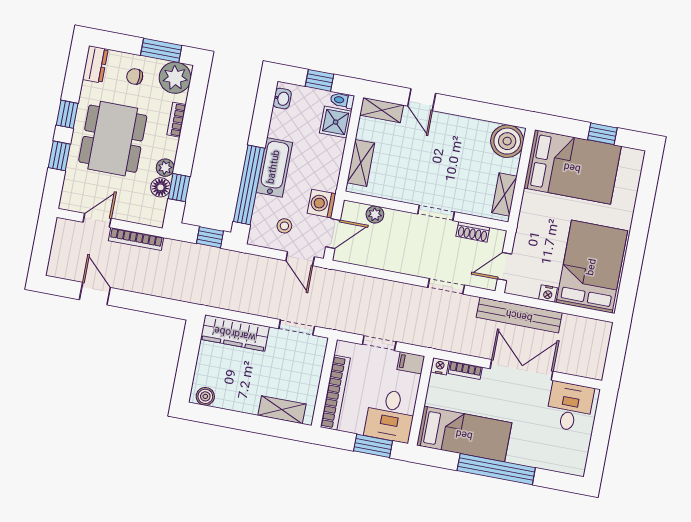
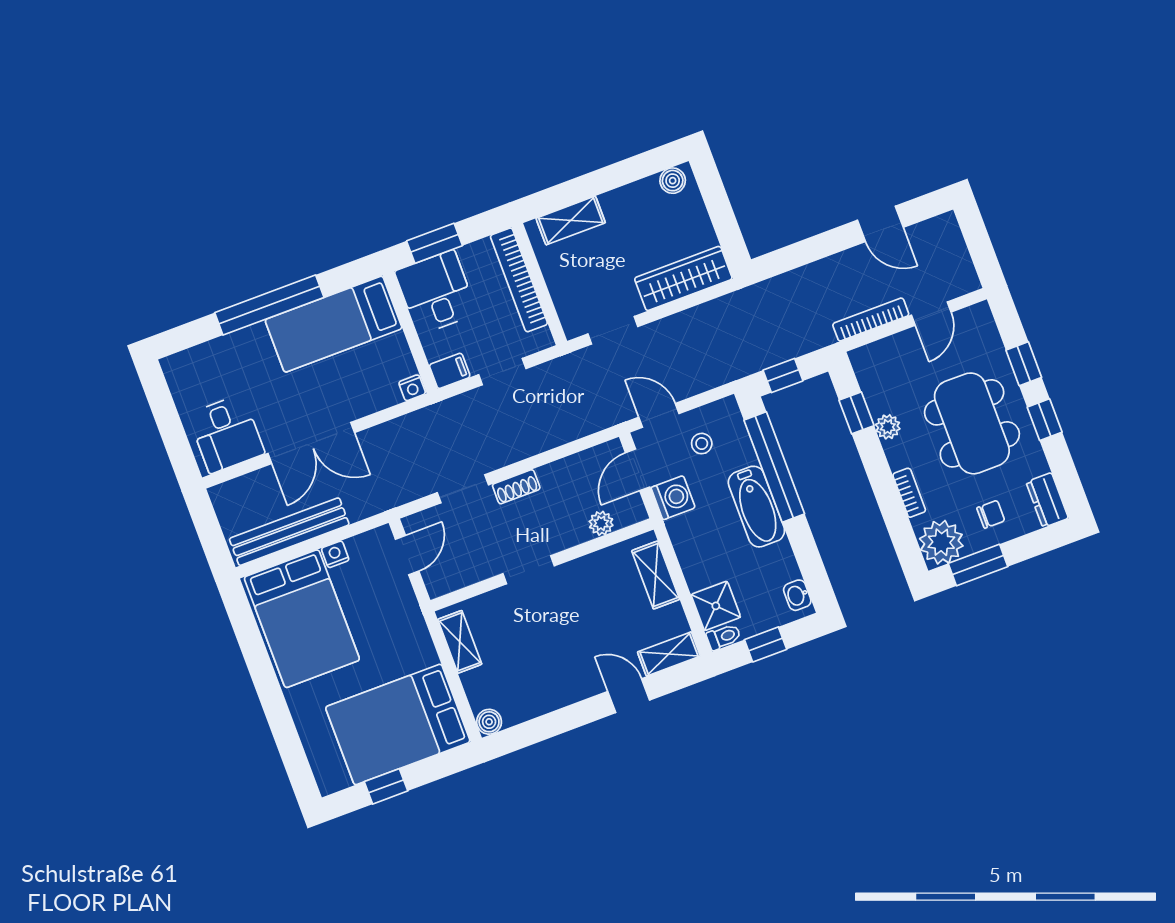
boiler: (507, 141) -> (489, 722), width x0.54, depth x0.54
floor lamp: (161, 187) -> (879, 400), removed
shoe rack: (473, 232) -> (516, 487), moved, turned 180
bench: (519, 315) -> (289, 532), moved
bookcase: (465, 370) -> (379, 402), removed

